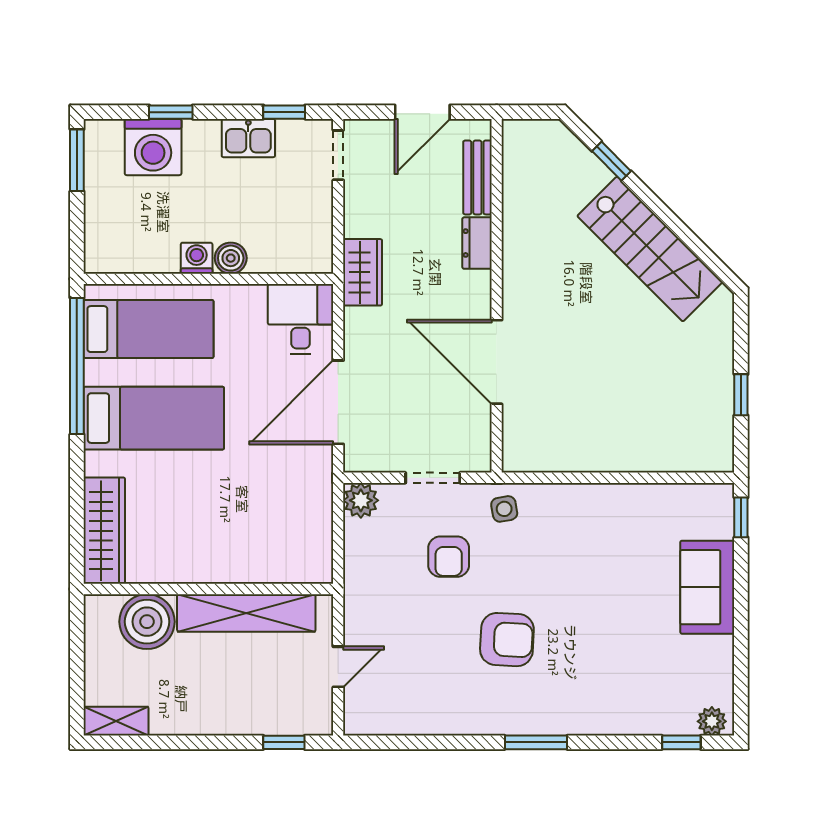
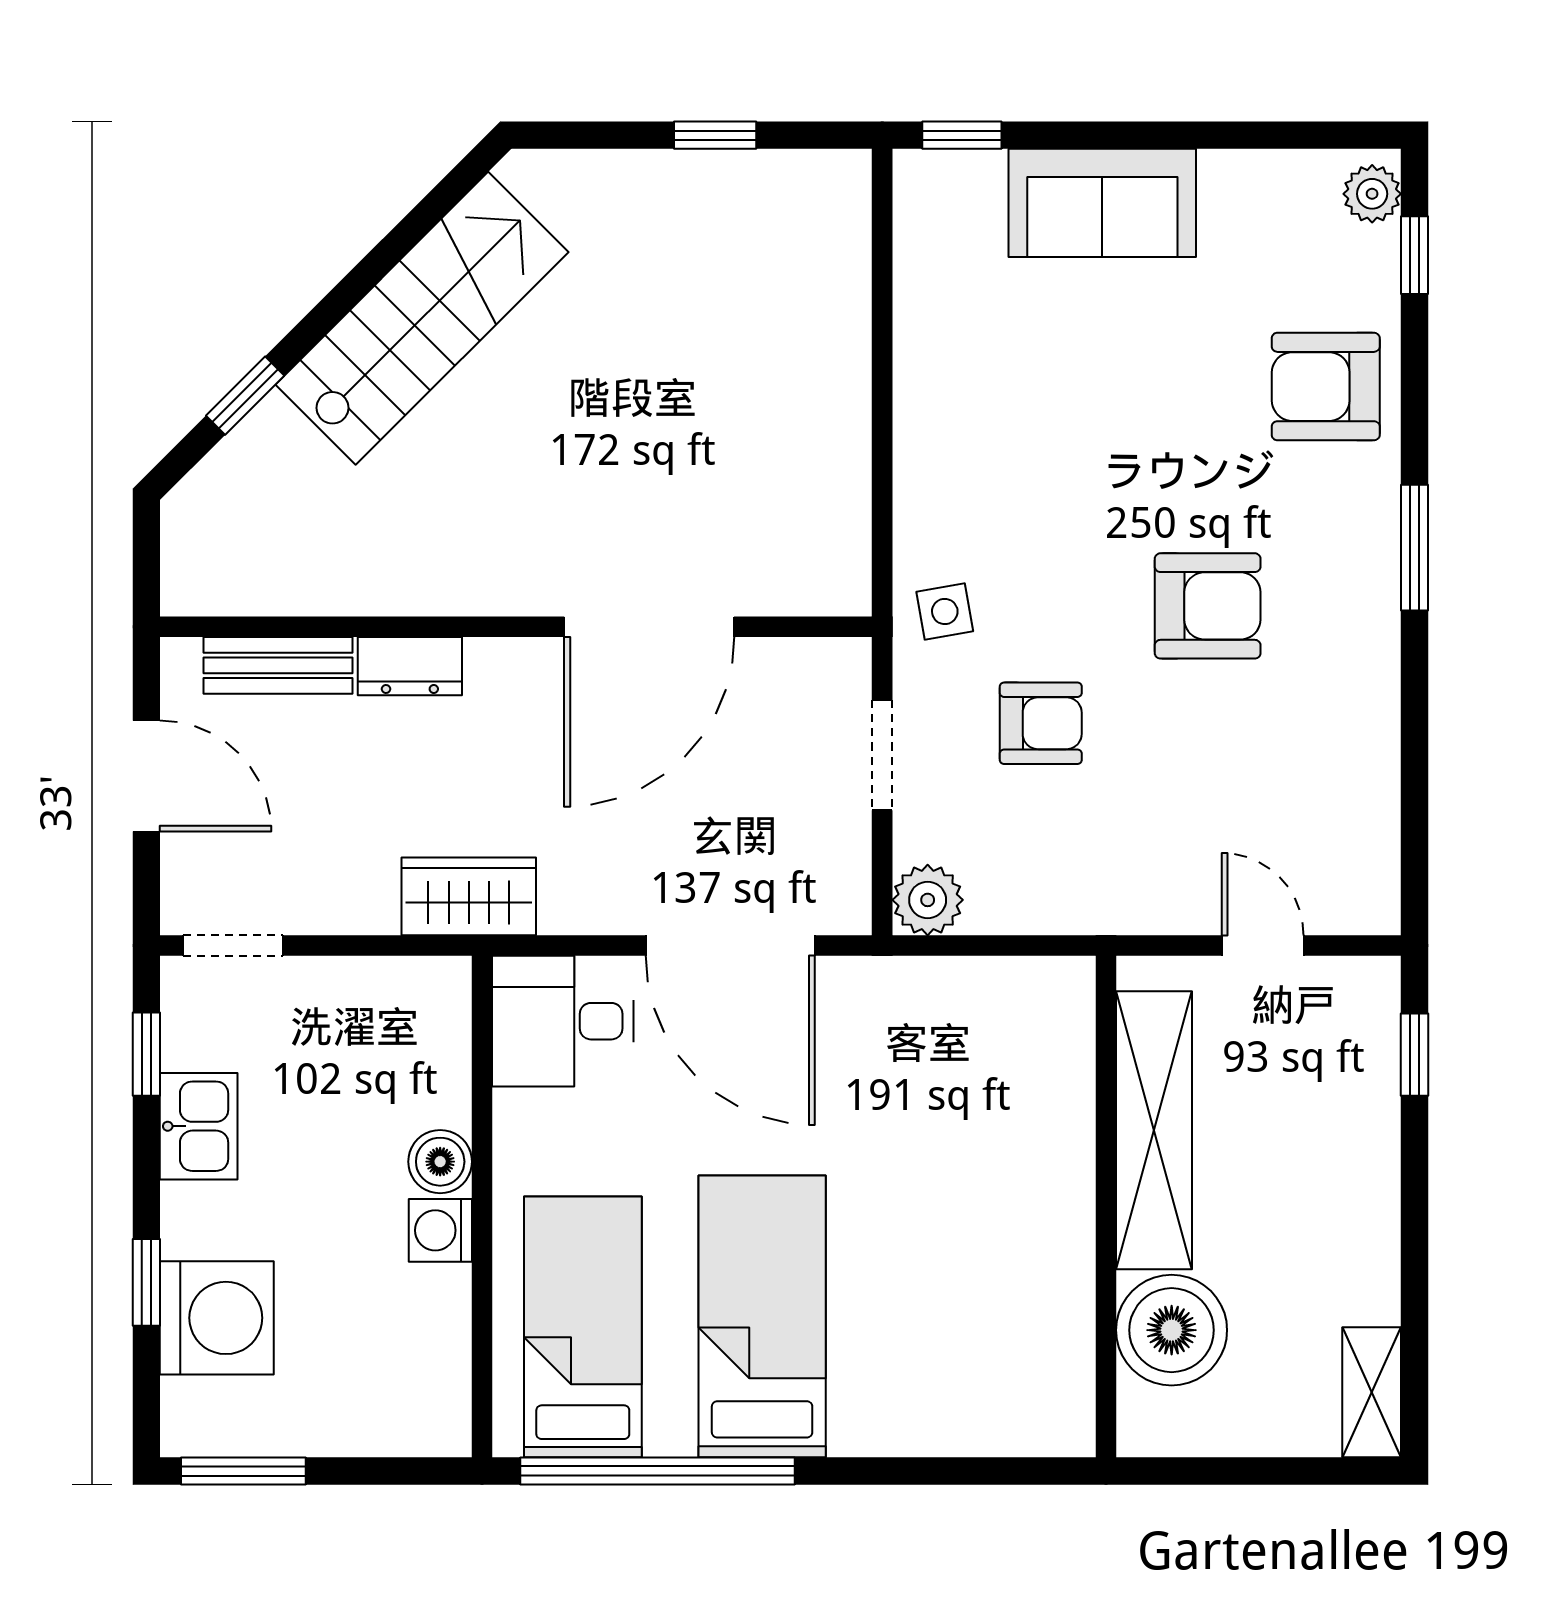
wardrobe: (104, 531) -> (989, 1416), removed
armchair: (507, 640) -> (1208, 606), turned 87
armchair: (616, 698) -> (1326, 387), added

